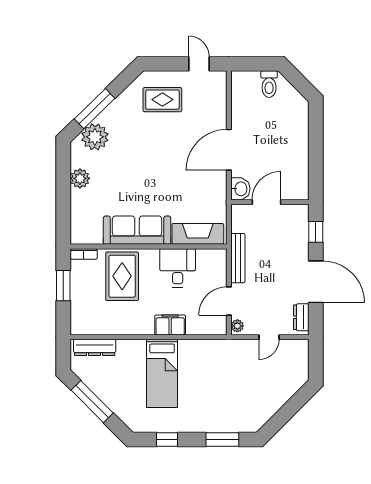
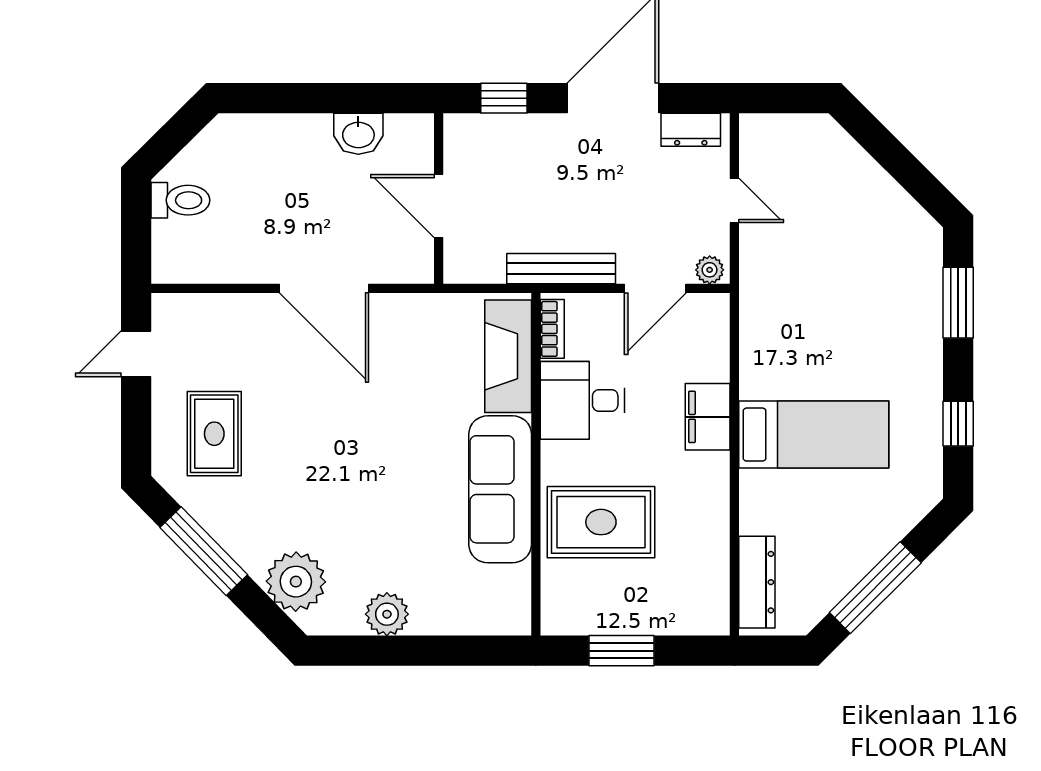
window: (95, 109) -> (204, 551), moved
washbasin: (240, 189) -> (358, 134), moved, turned 180
bookcase: (84, 254) -> (552, 329), moved
door: (229, 301) -> (655, 288), hinge flipped

